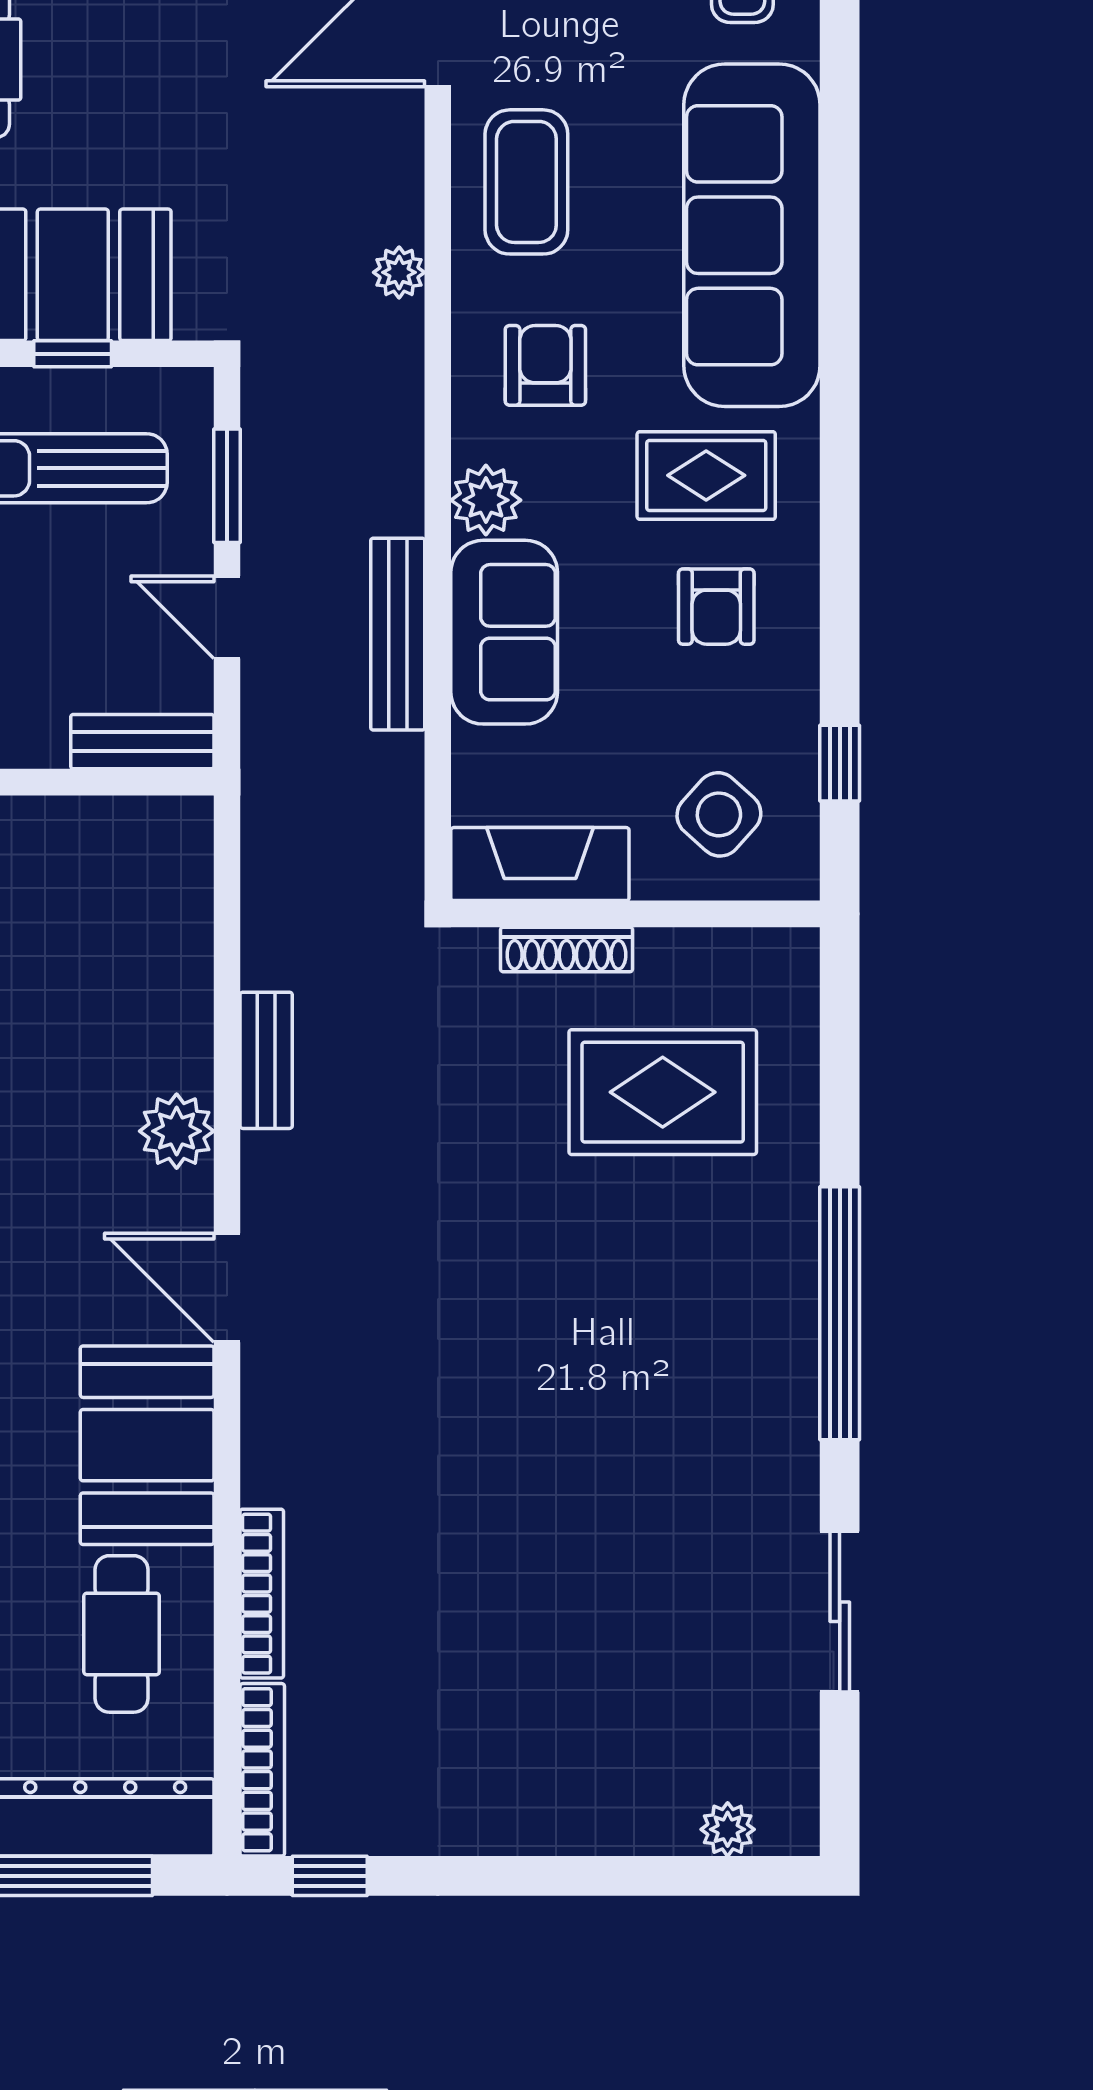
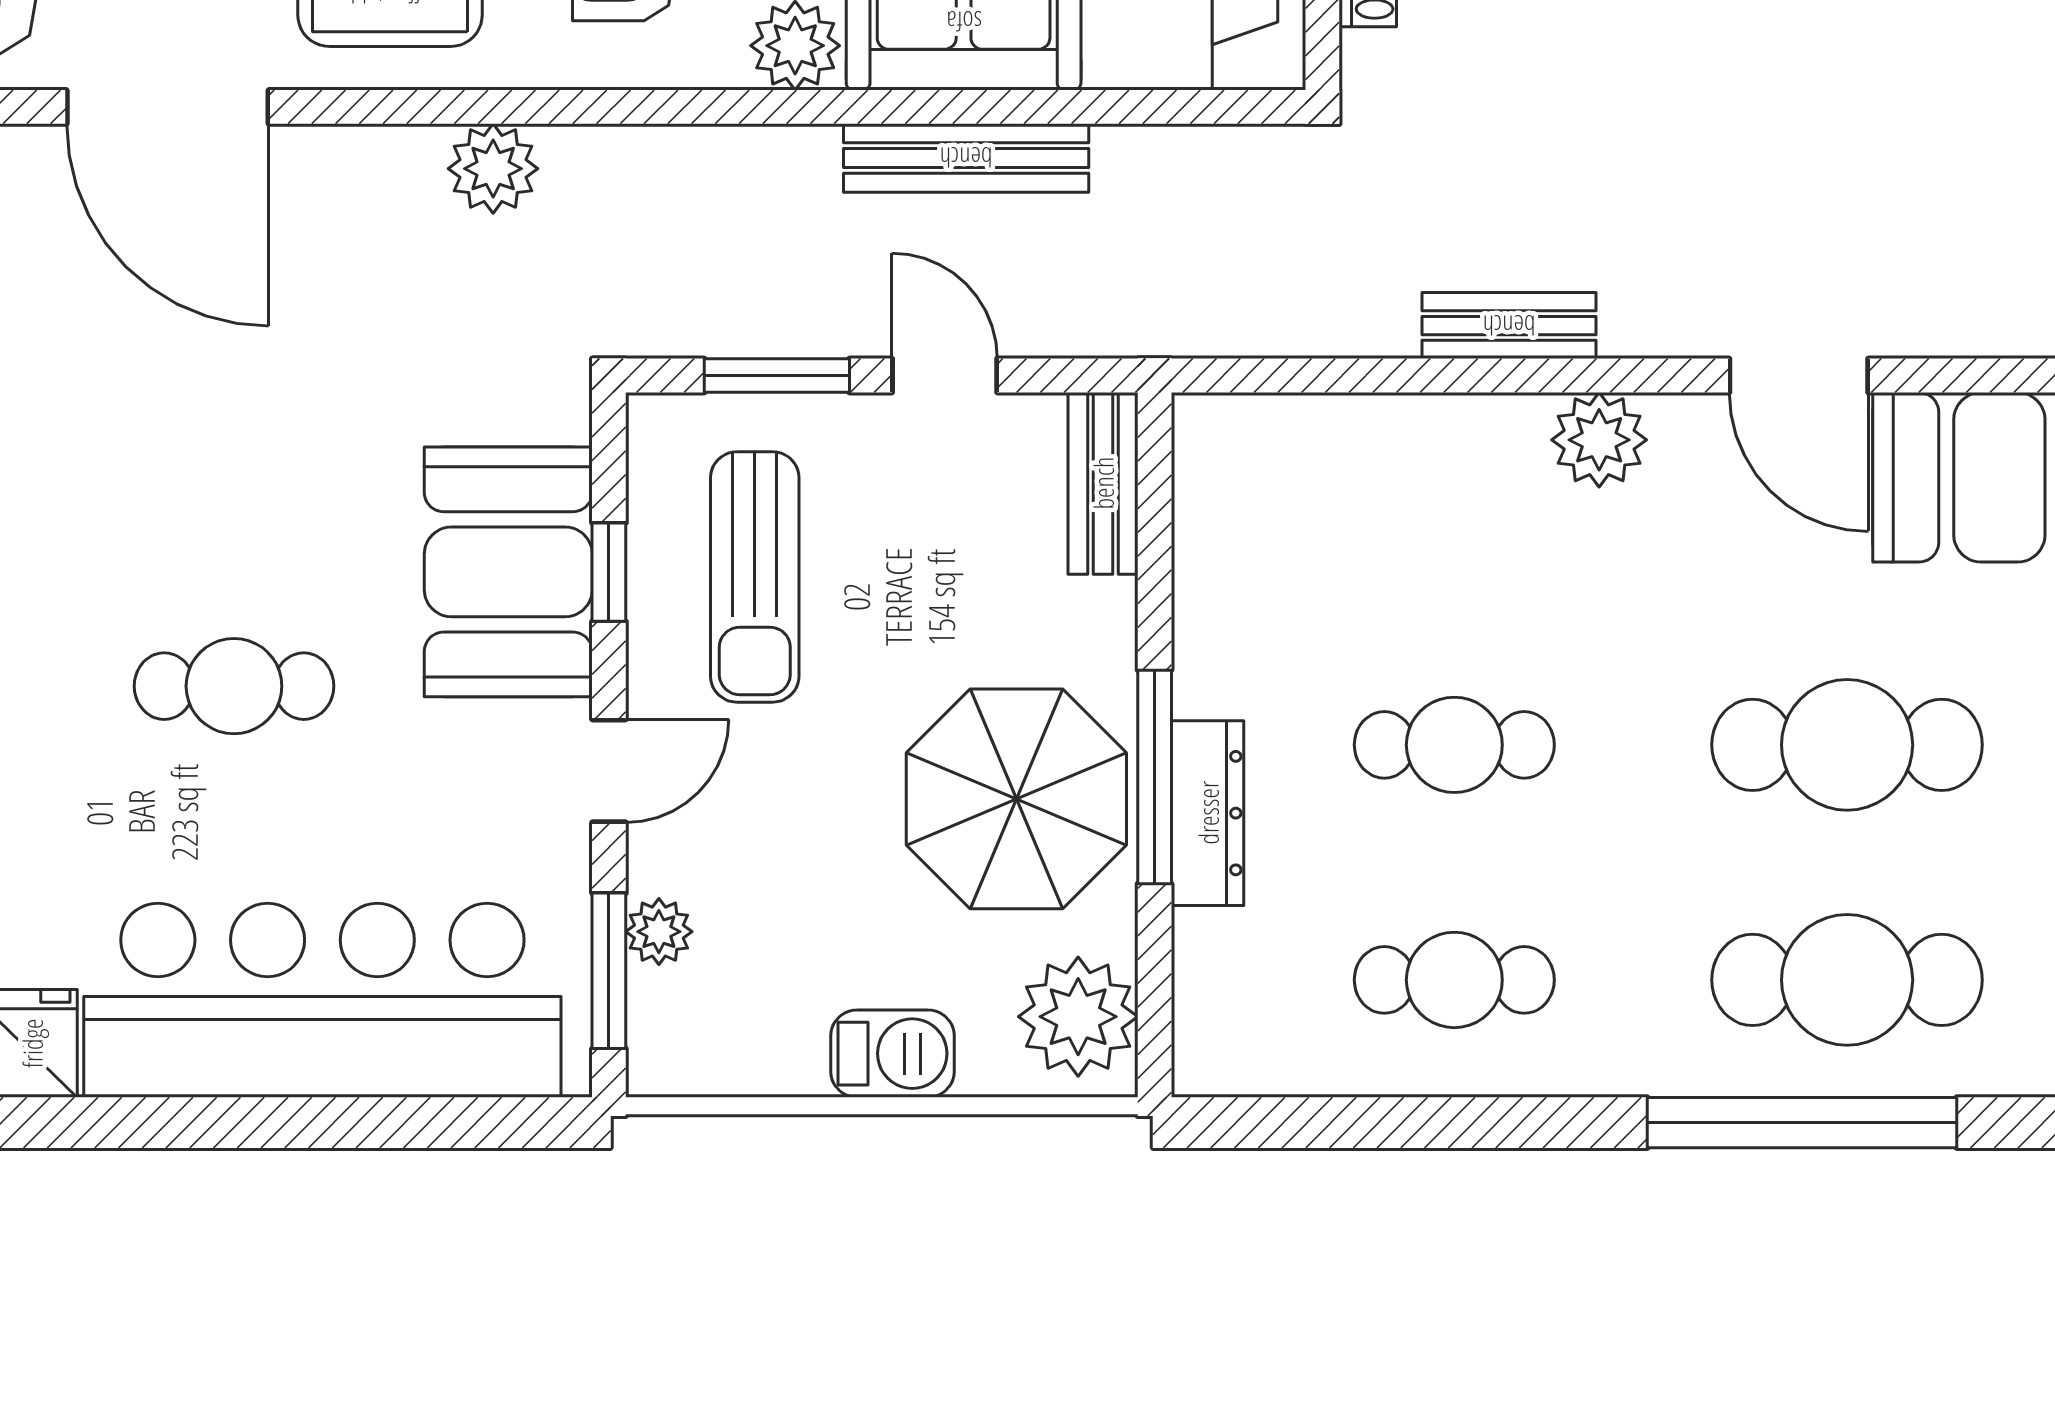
plant: (399, 272) -> (493, 169), width x1.38, depth x1.38
door: (227, 617) -> (945, 376), swing flipped
door: (227, 1288) -> (1799, 376), hinge flipped

